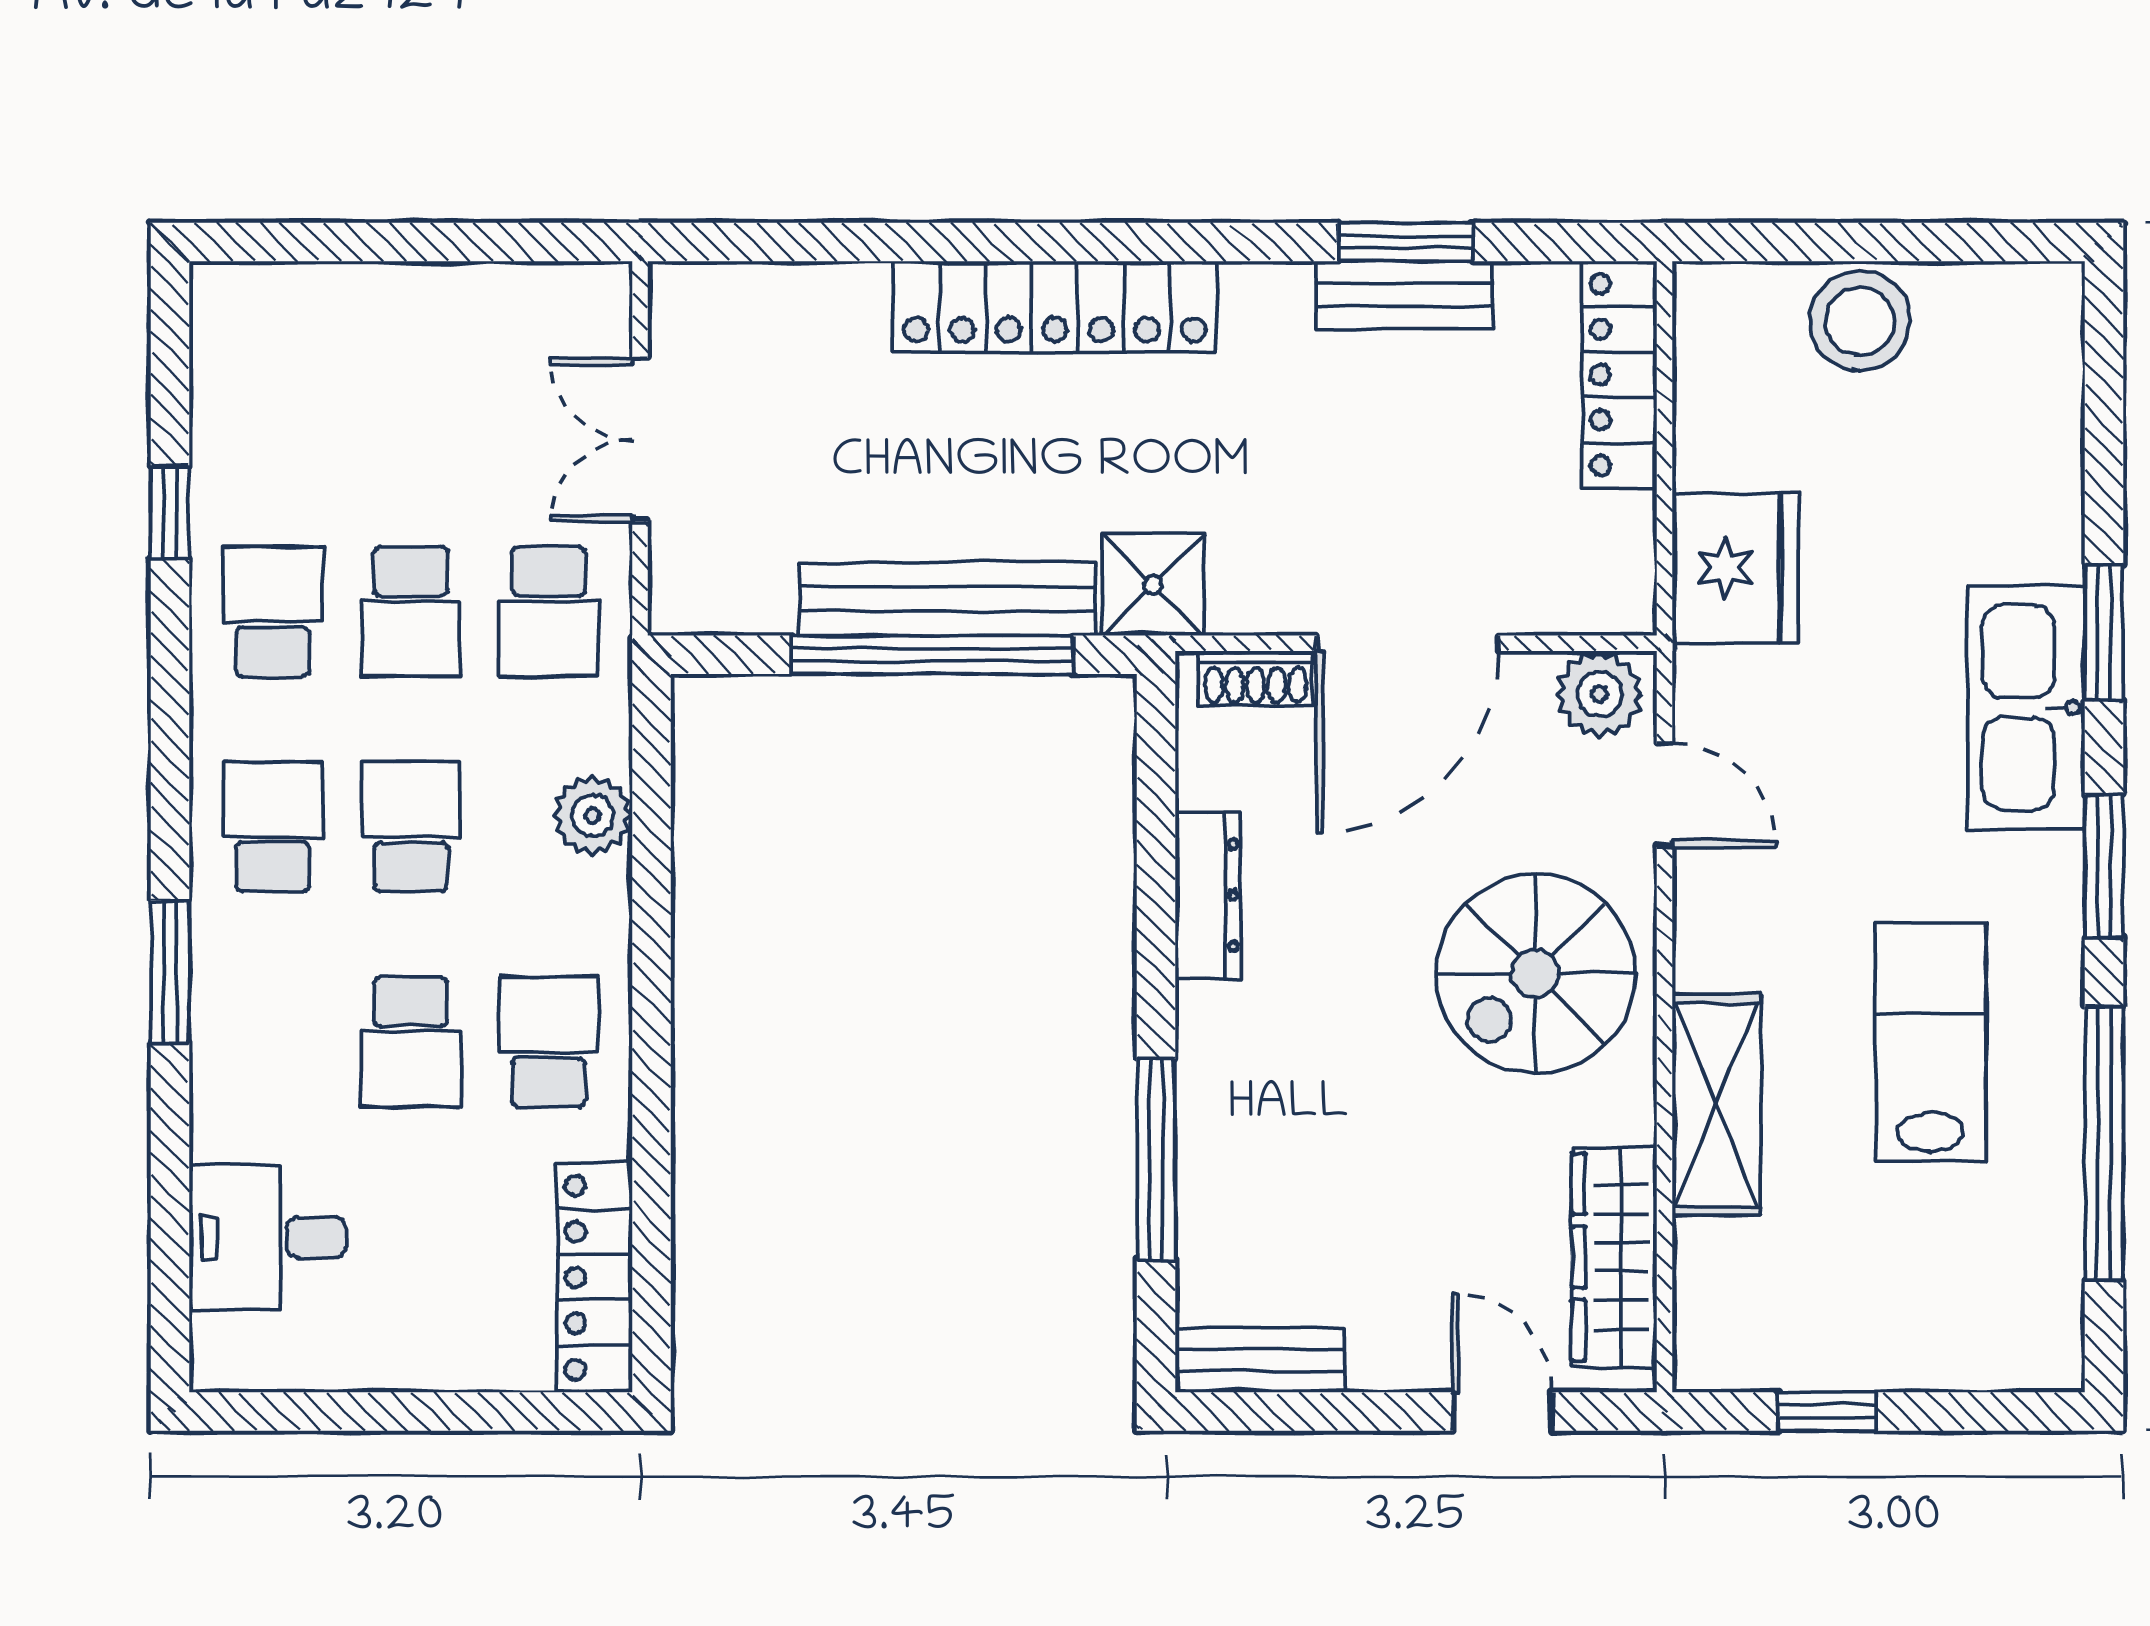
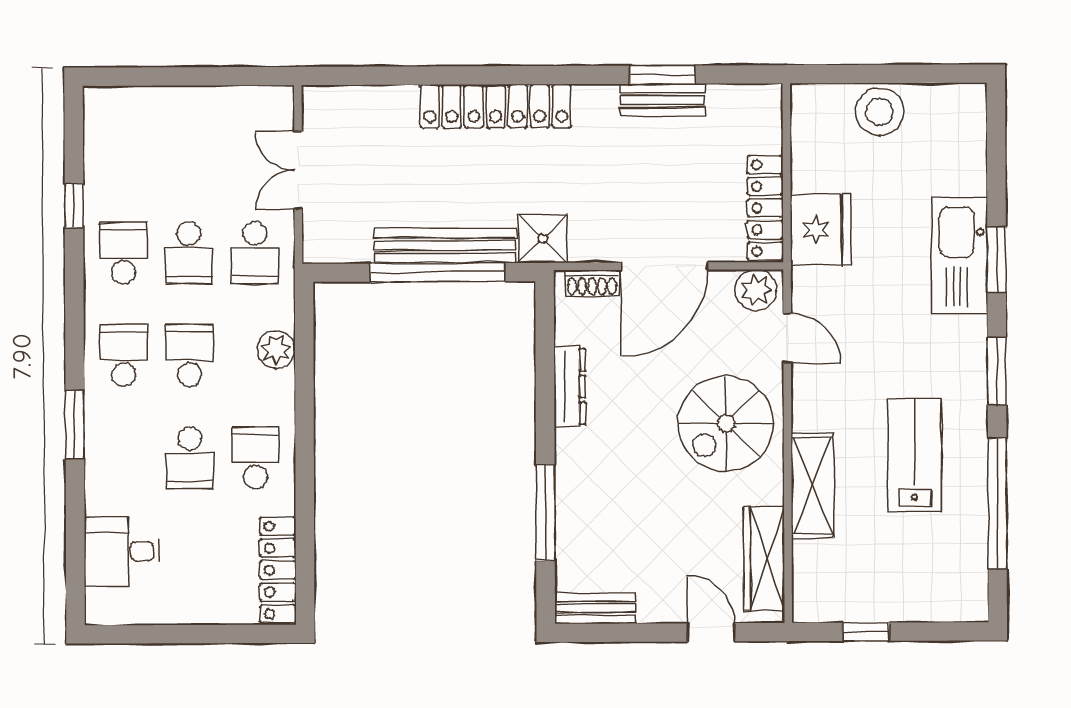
locker: (1619, 375) -> (765, 208), moved
kitchen sink: (2026, 708) -> (960, 255), moved

